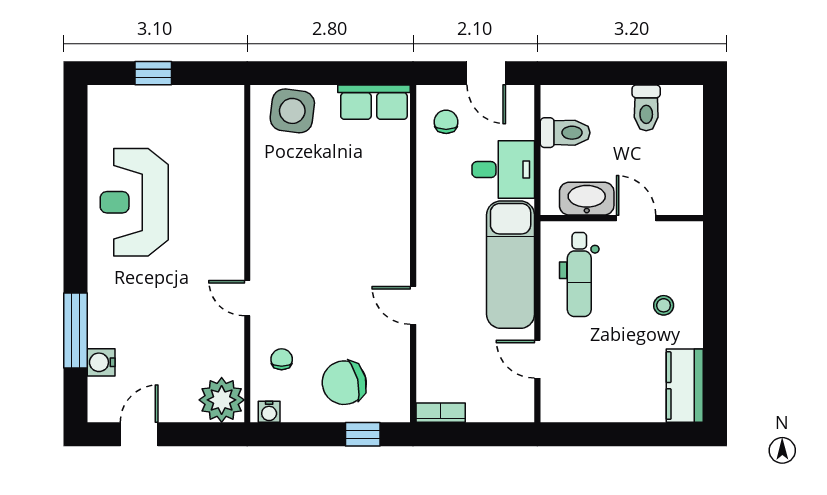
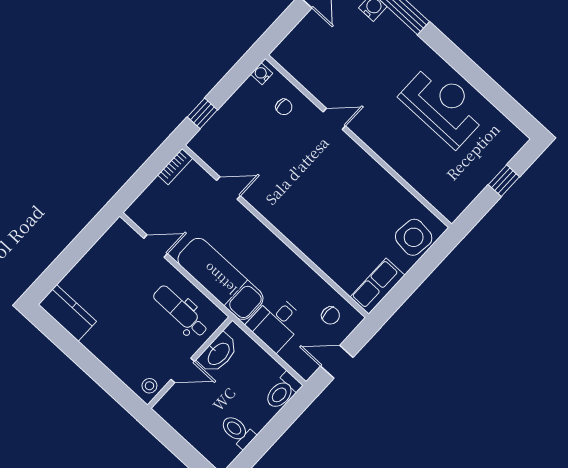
toilet: (565, 133) -> (283, 391), moved
door: (413, 305) -> (228, 188), moved
stool: (664, 305) -> (149, 386), moved
chair: (344, 383) -> (240, 129), removed
plant: (222, 400) -> (292, 54), removed

